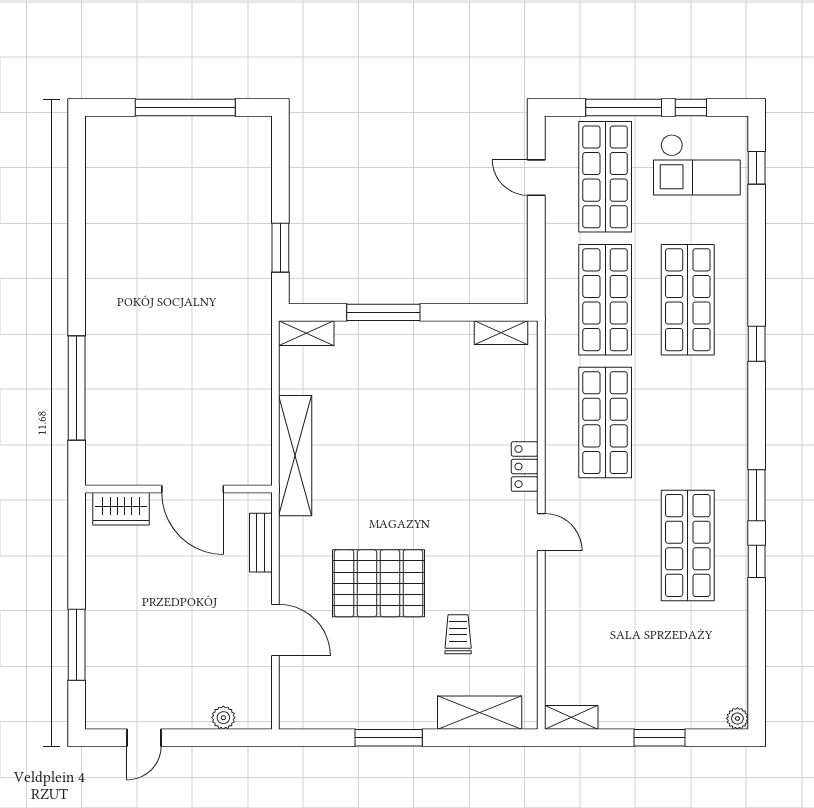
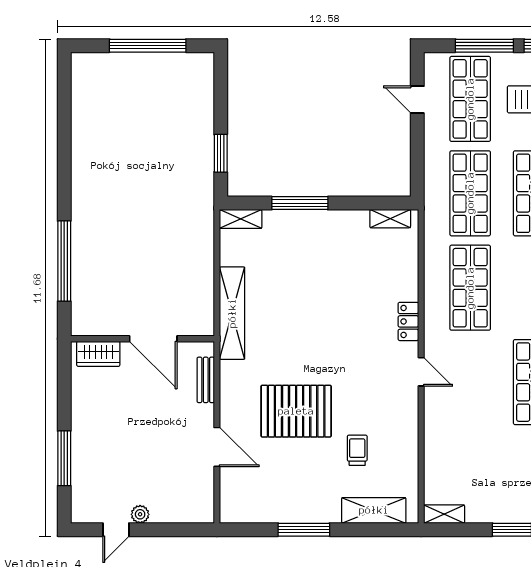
plant: (223, 718) -> (140, 514), moved

